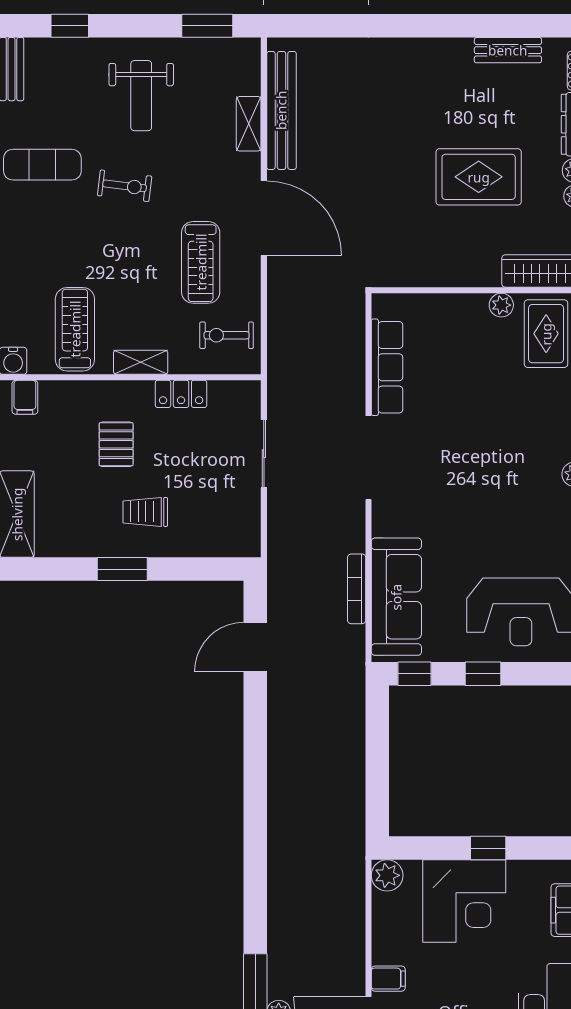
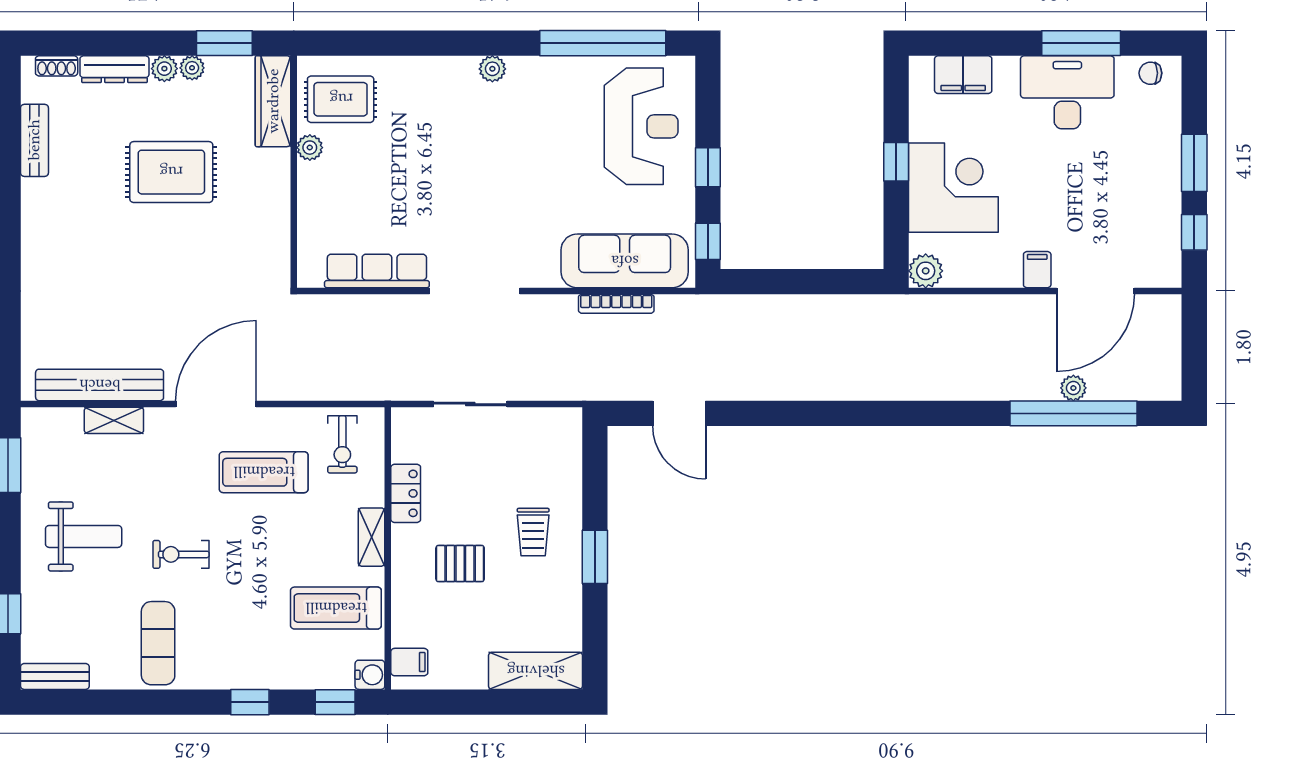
rug: (479, 177) -> (171, 172), turned 90
exercise bike: (125, 186) -> (181, 554), turned -97
treadmill: (201, 262) -> (264, 472), turned 180

